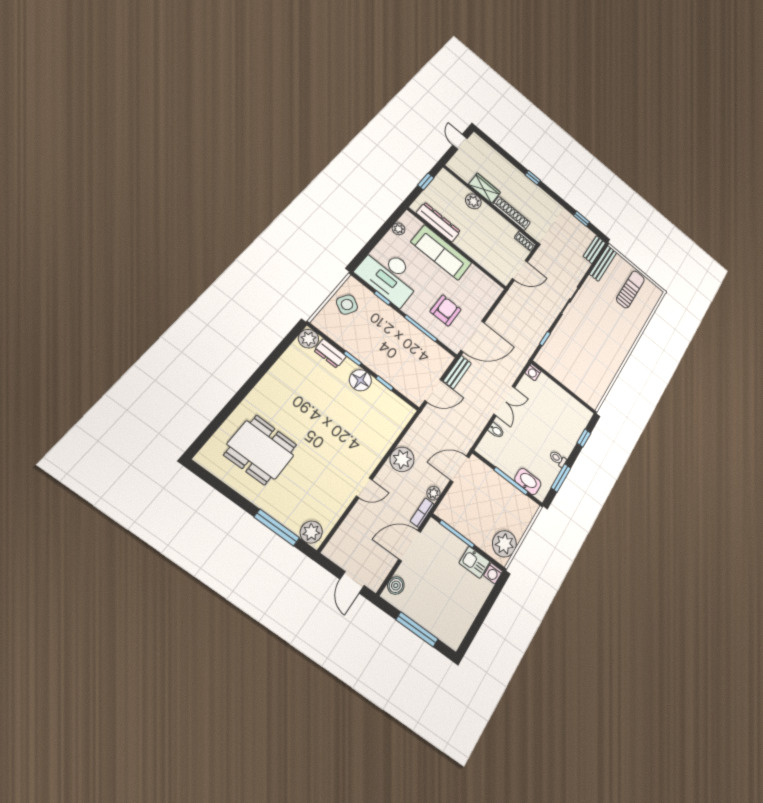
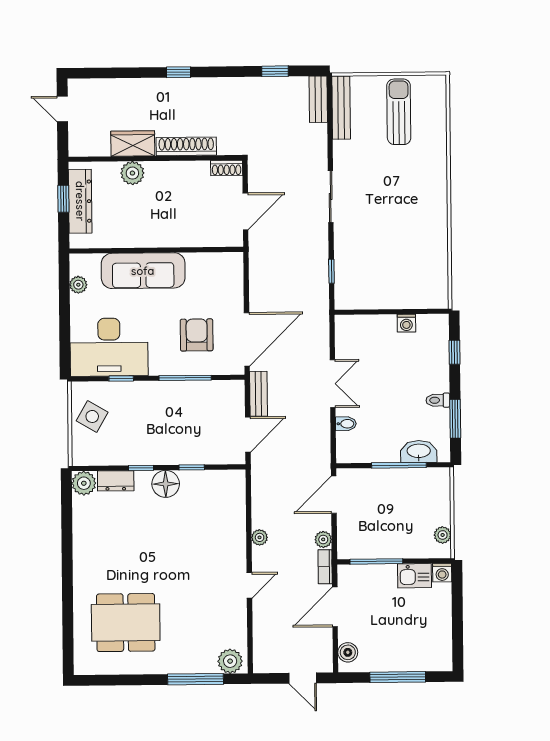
dresser: (438, 222) -> (80, 201), moved, turned 90
washing machine: (533, 372) -> (406, 323), moved
plant: (402, 459) -> (260, 537), width x0.53, depth x0.53
plant: (504, 544) -> (443, 535), width x0.53, depth x0.53

